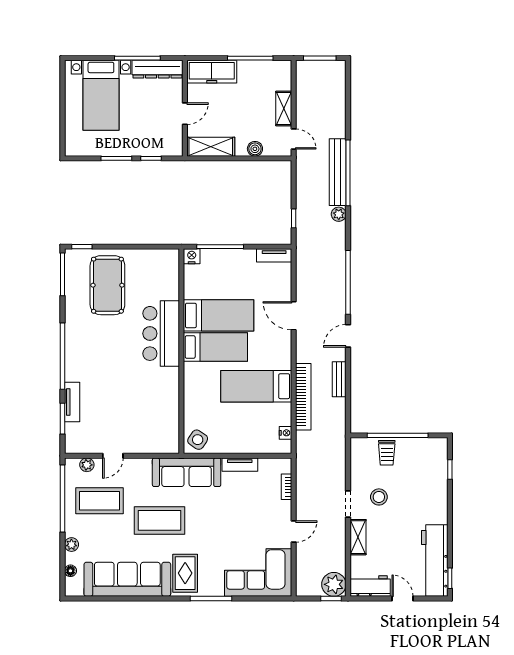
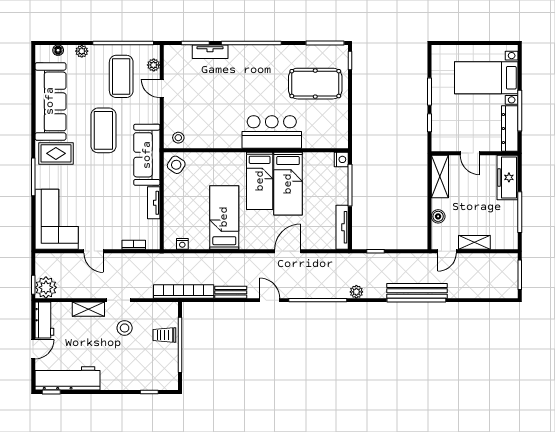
plant: (339, 214) -> (356, 292), moved
tv unit: (274, 255) -> (342, 227), width x1.41
bookcase: (303, 397) -> (184, 291), moved, turned 180
stool: (168, 437) -> (178, 138), added

